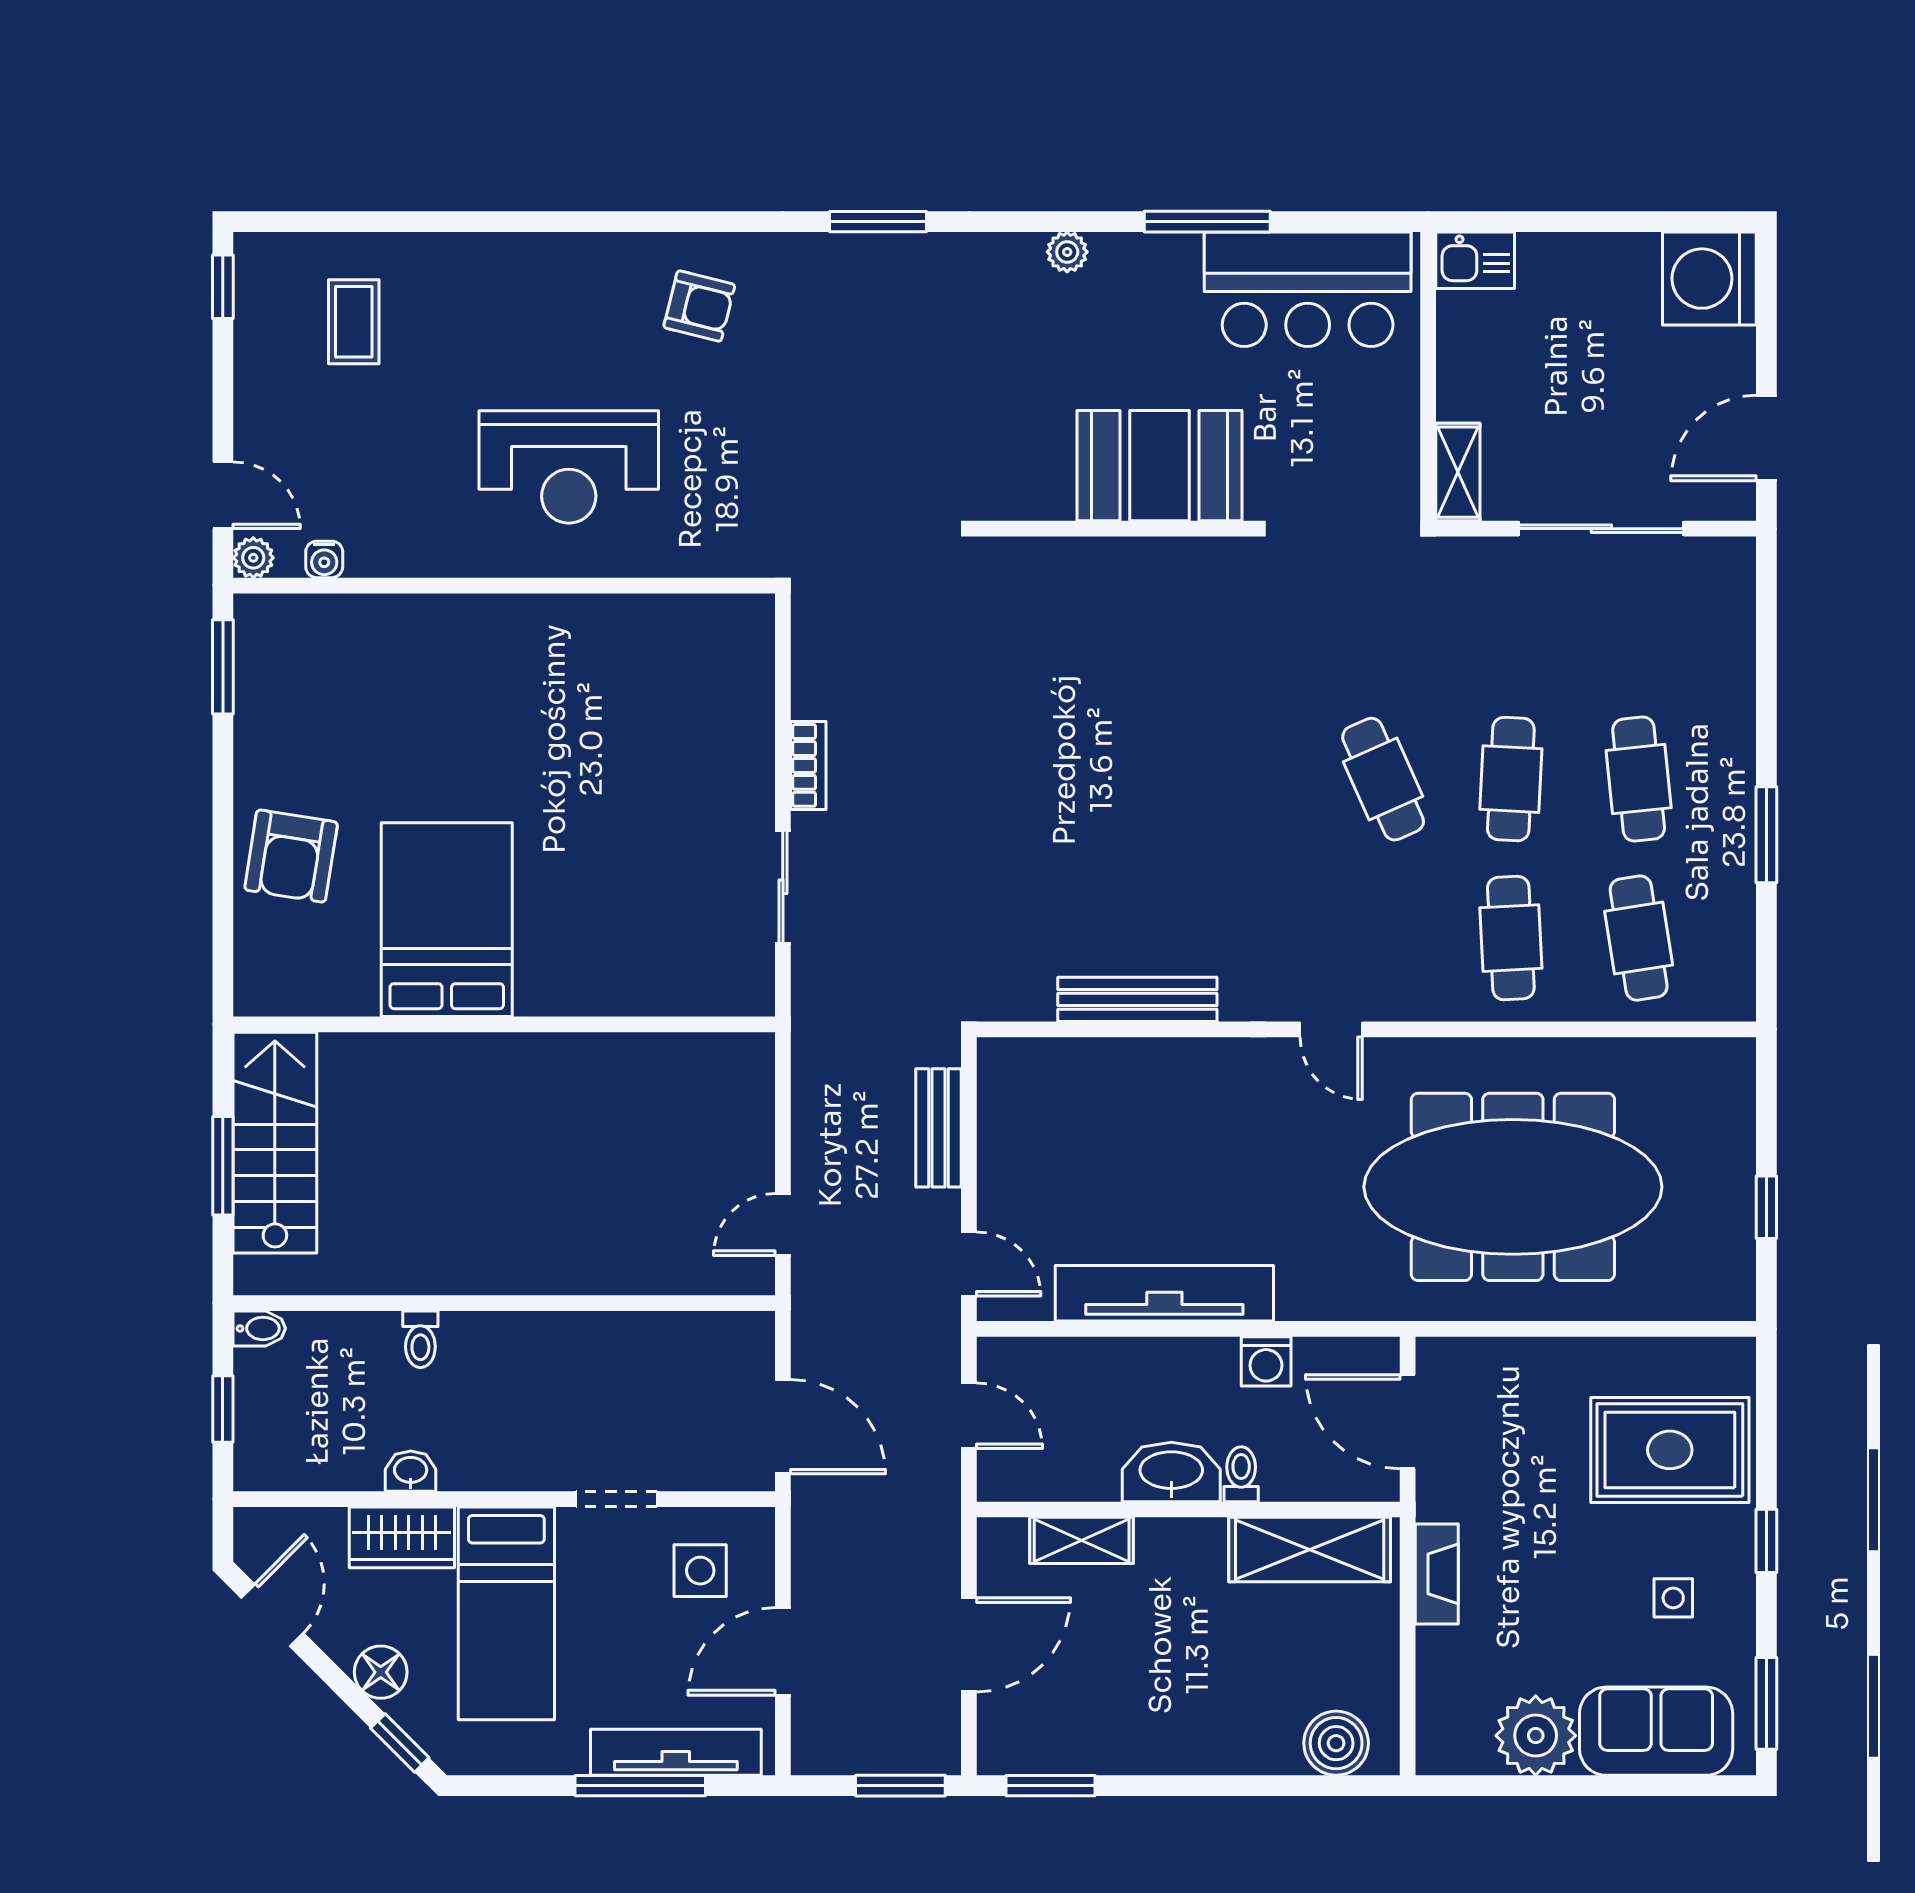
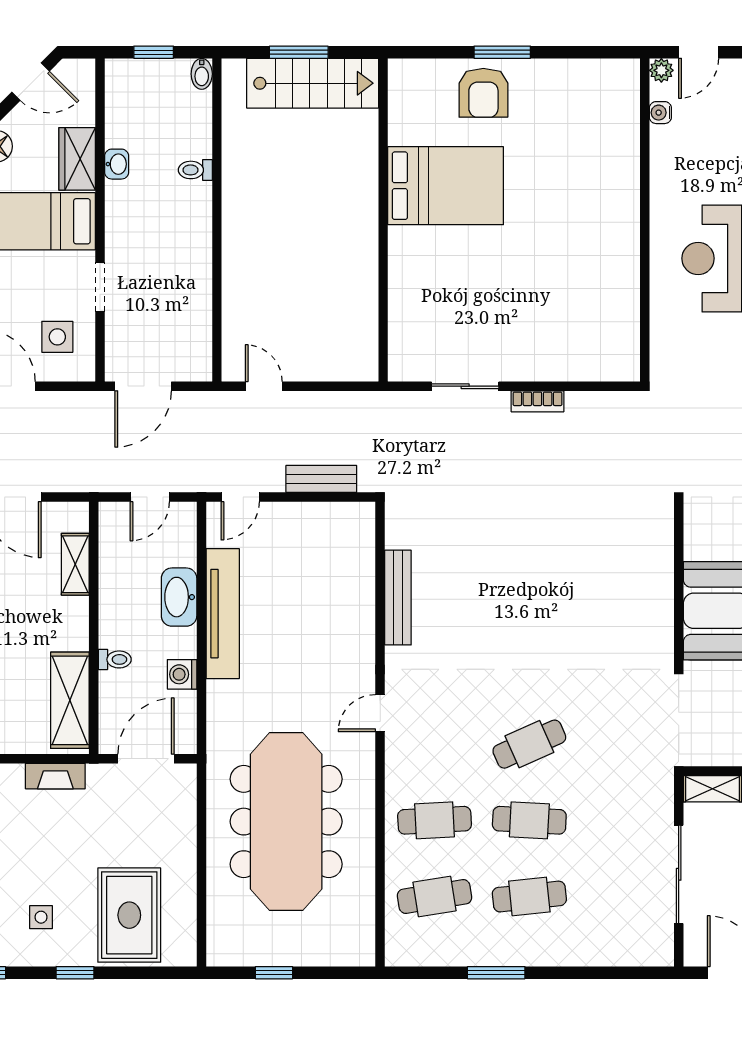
window: (223, 667) -> (502, 52), moved
armchair: (291, 856) -> (483, 93), turned -99
washbasin: (1171, 1472) -> (179, 597), moved, turned 180

